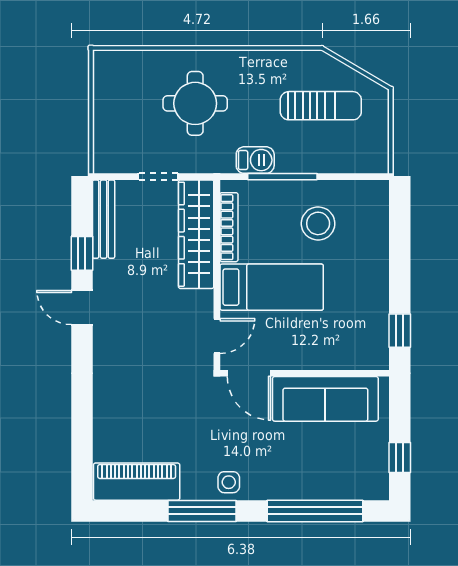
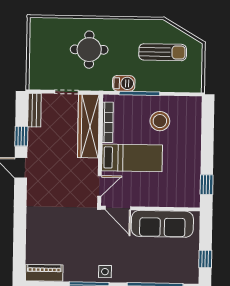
bench: (104, 219) -> (34, 110), width x0.73
piano: (137, 482) -> (44, 273), width x0.73, depth x0.75

